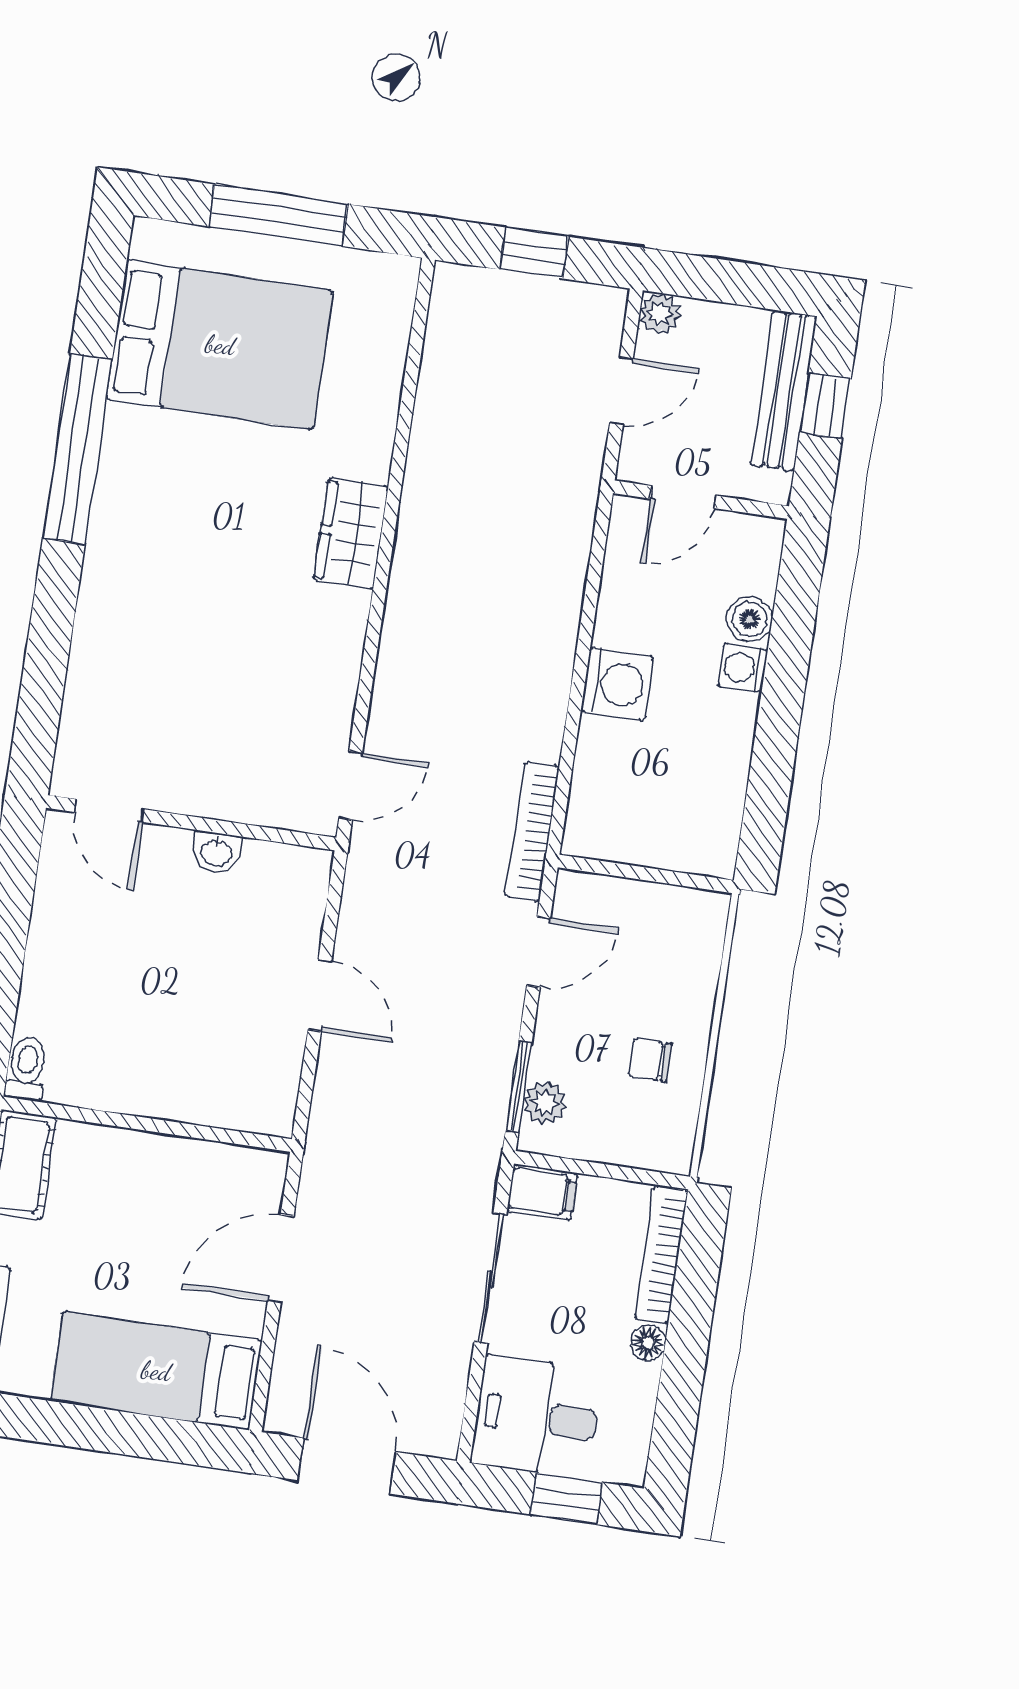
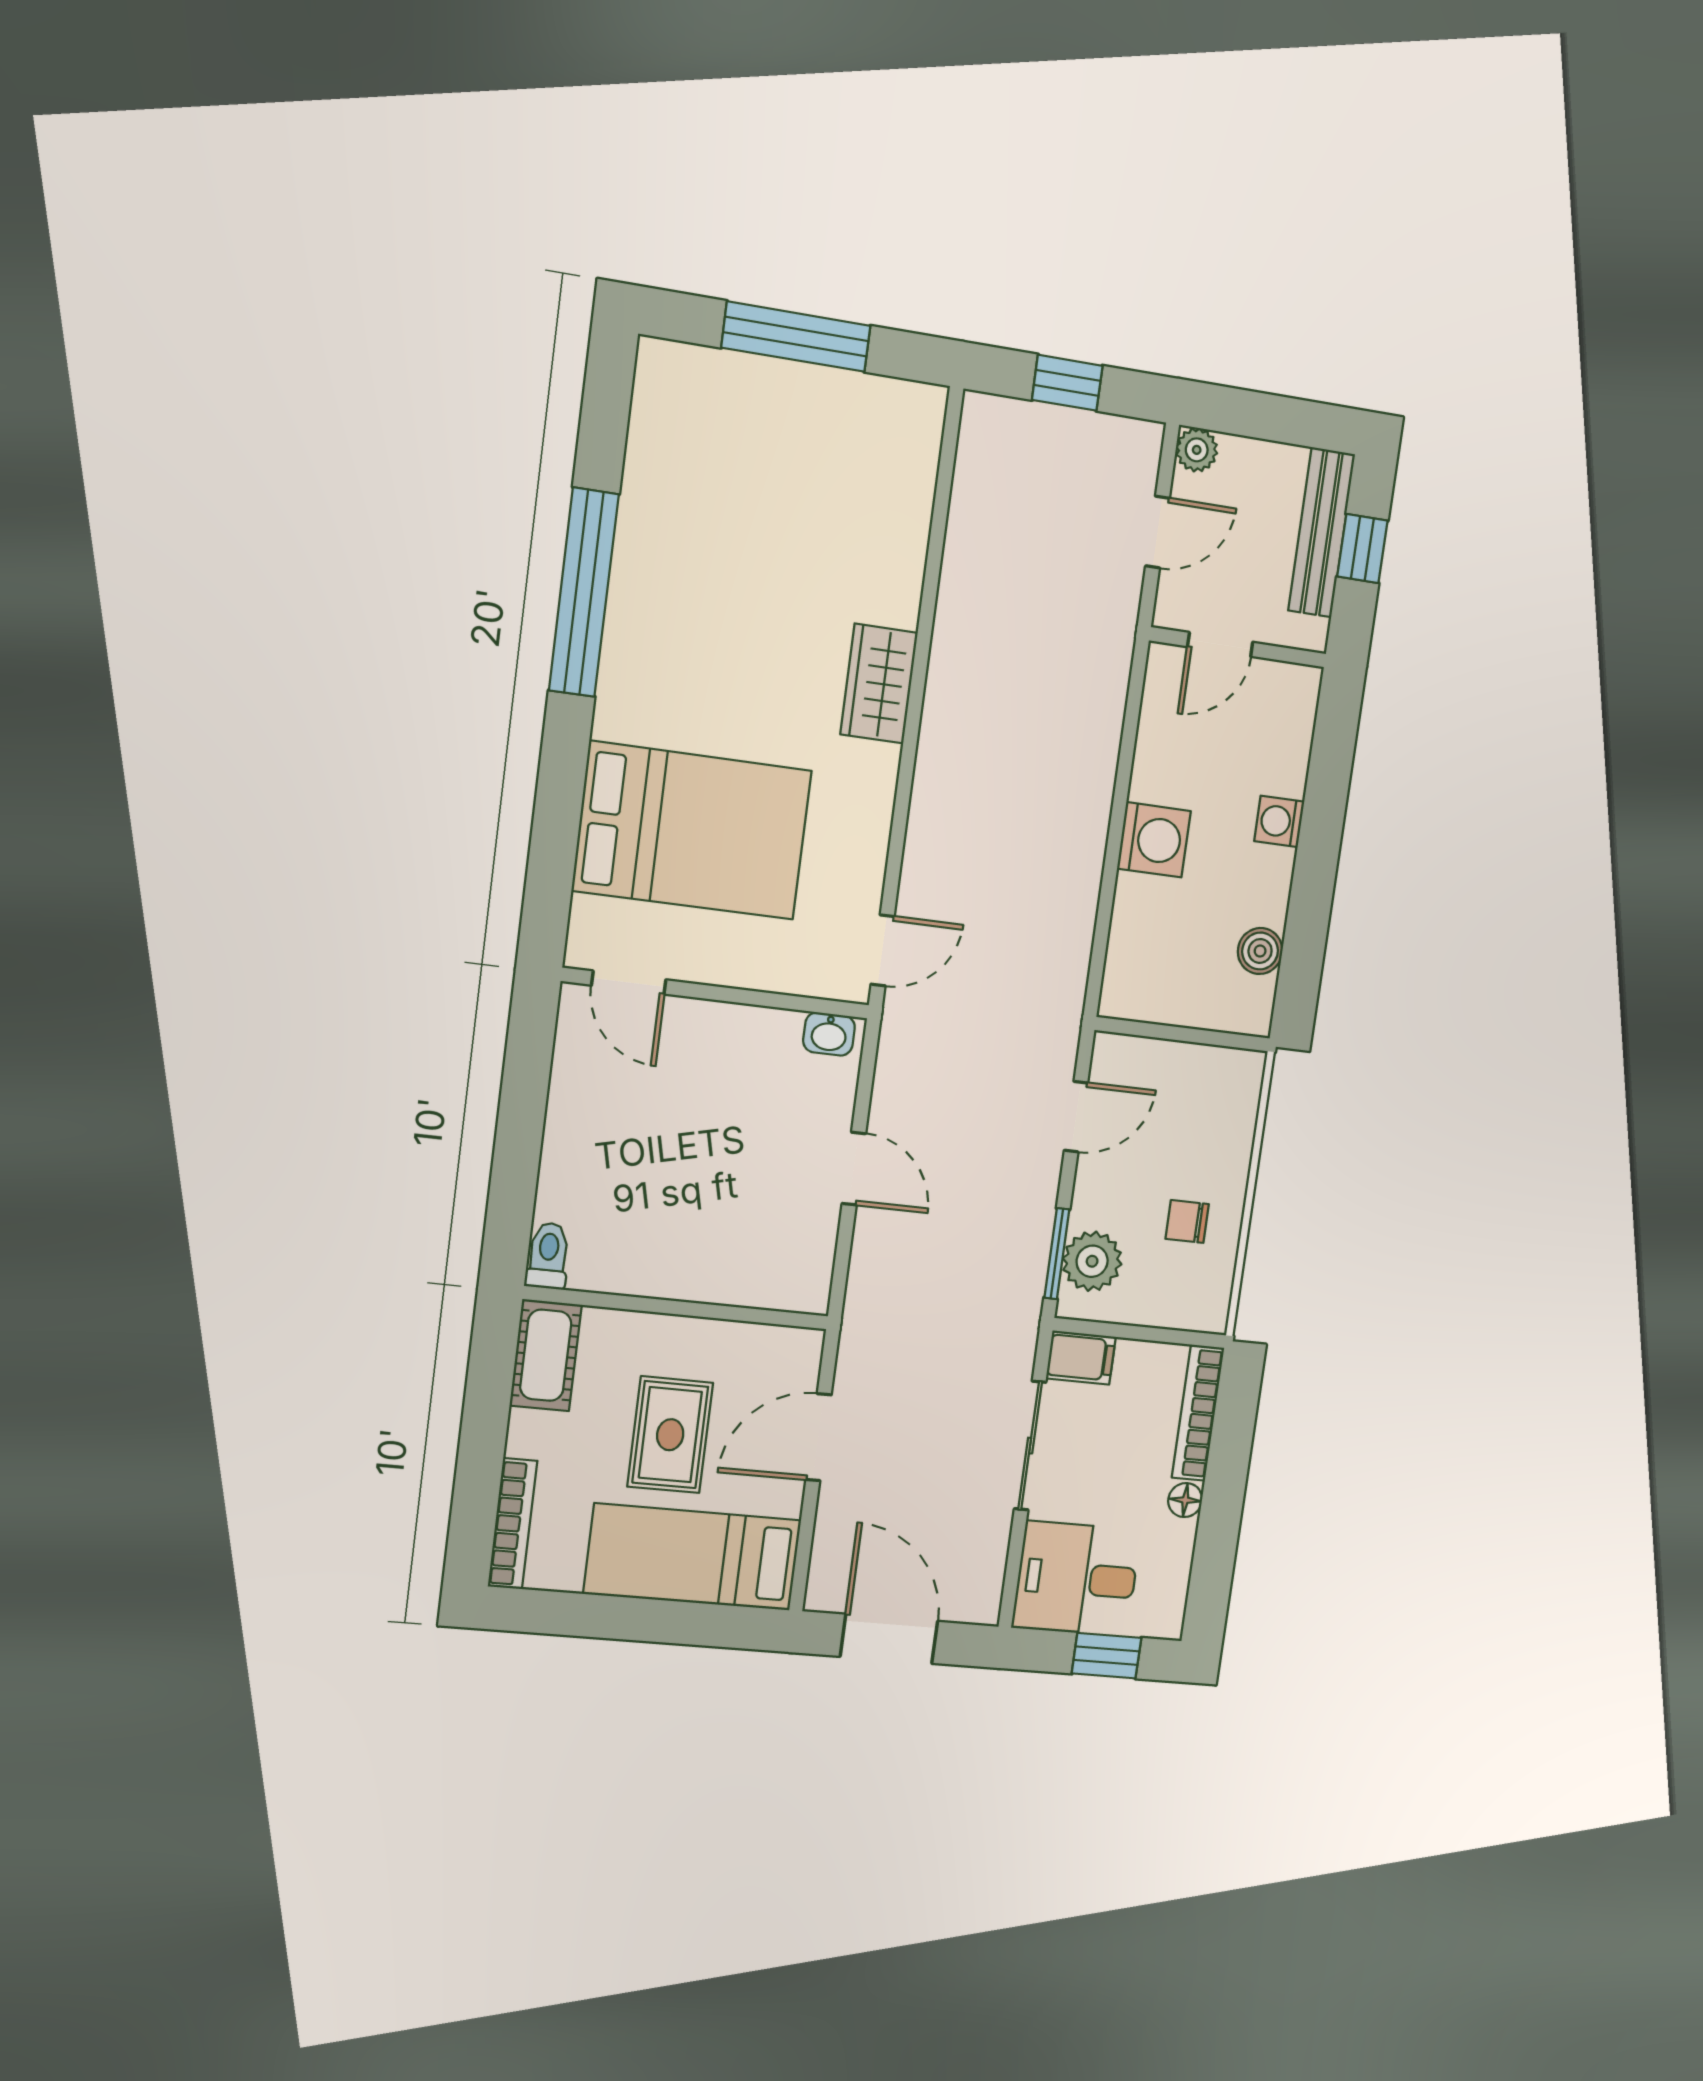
bed: (220, 345) -> (692, 831), moved
boiler: (750, 619) -> (1260, 951), moved
bookcase: (532, 832) -> (1069, 994), removed
washbasin: (217, 852) -> (829, 1034), moved
plant: (545, 1103) -> (1092, 1261), width x1.38, depth x1.38
rug: (137, 1248) -> (670, 1435), added

